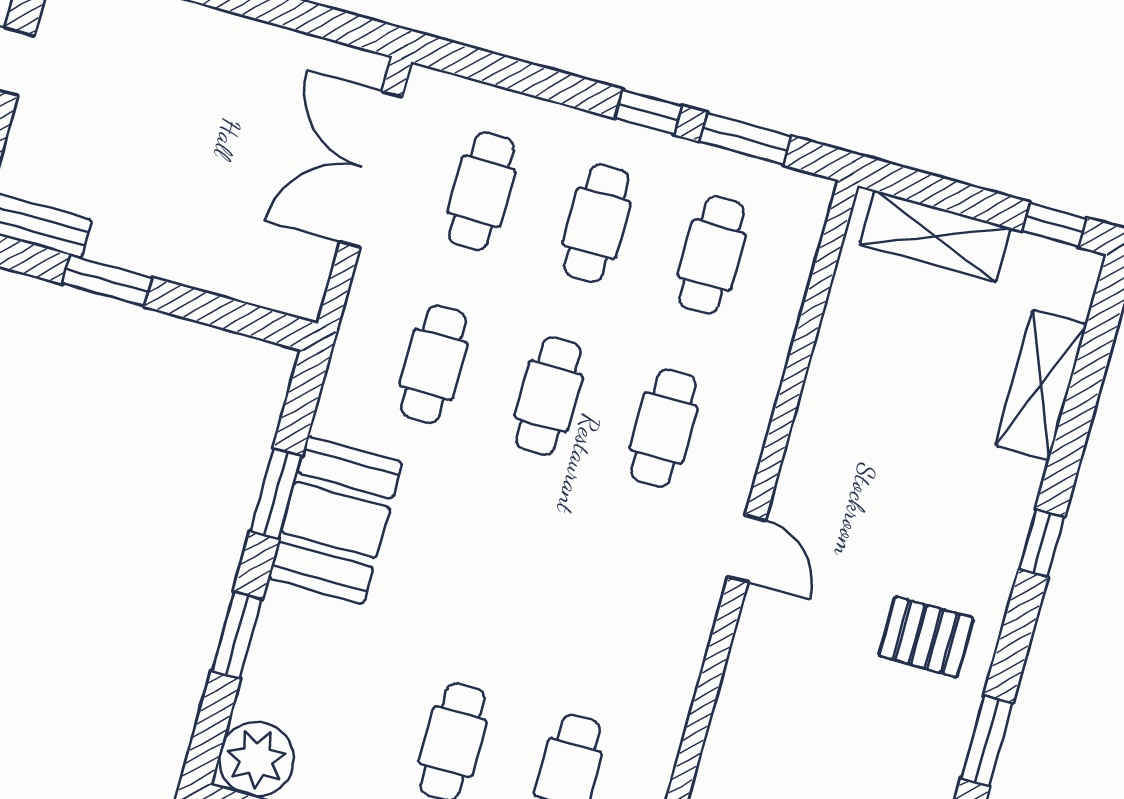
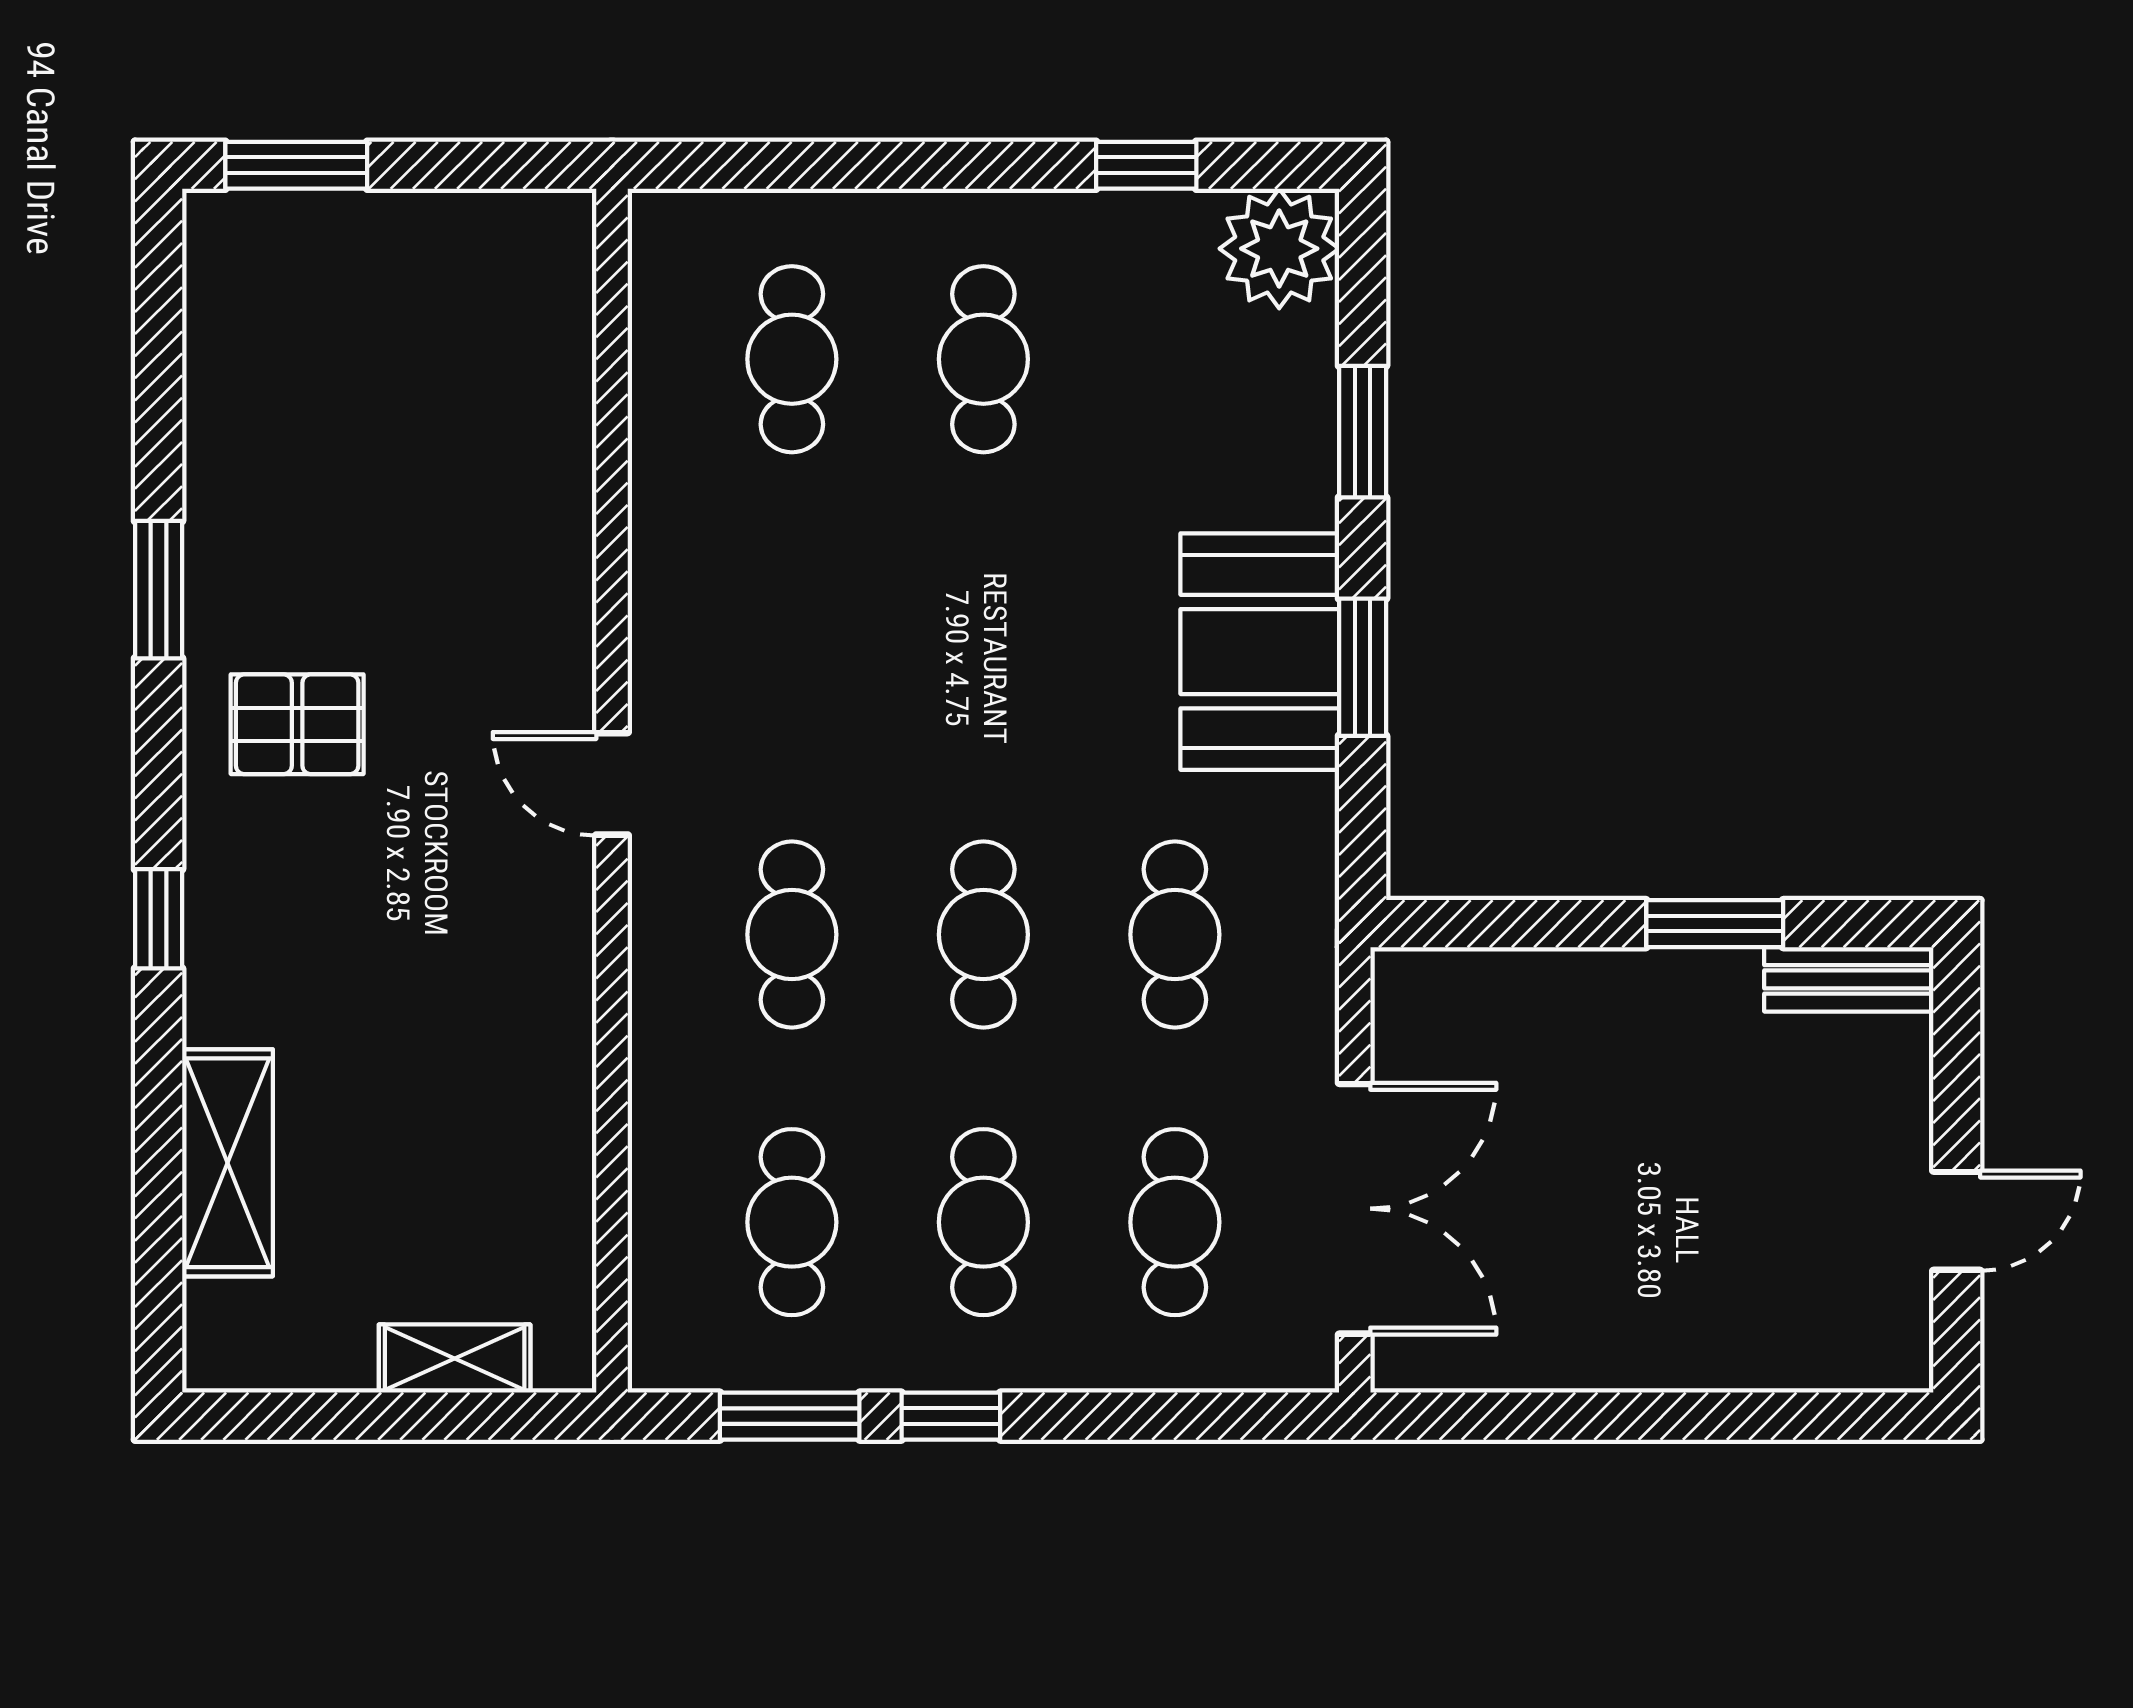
window: (1054, 225) -> (276, 1416), removed
shelving: (935, 236) -> (455, 1359), width x0.67, depth x0.75

